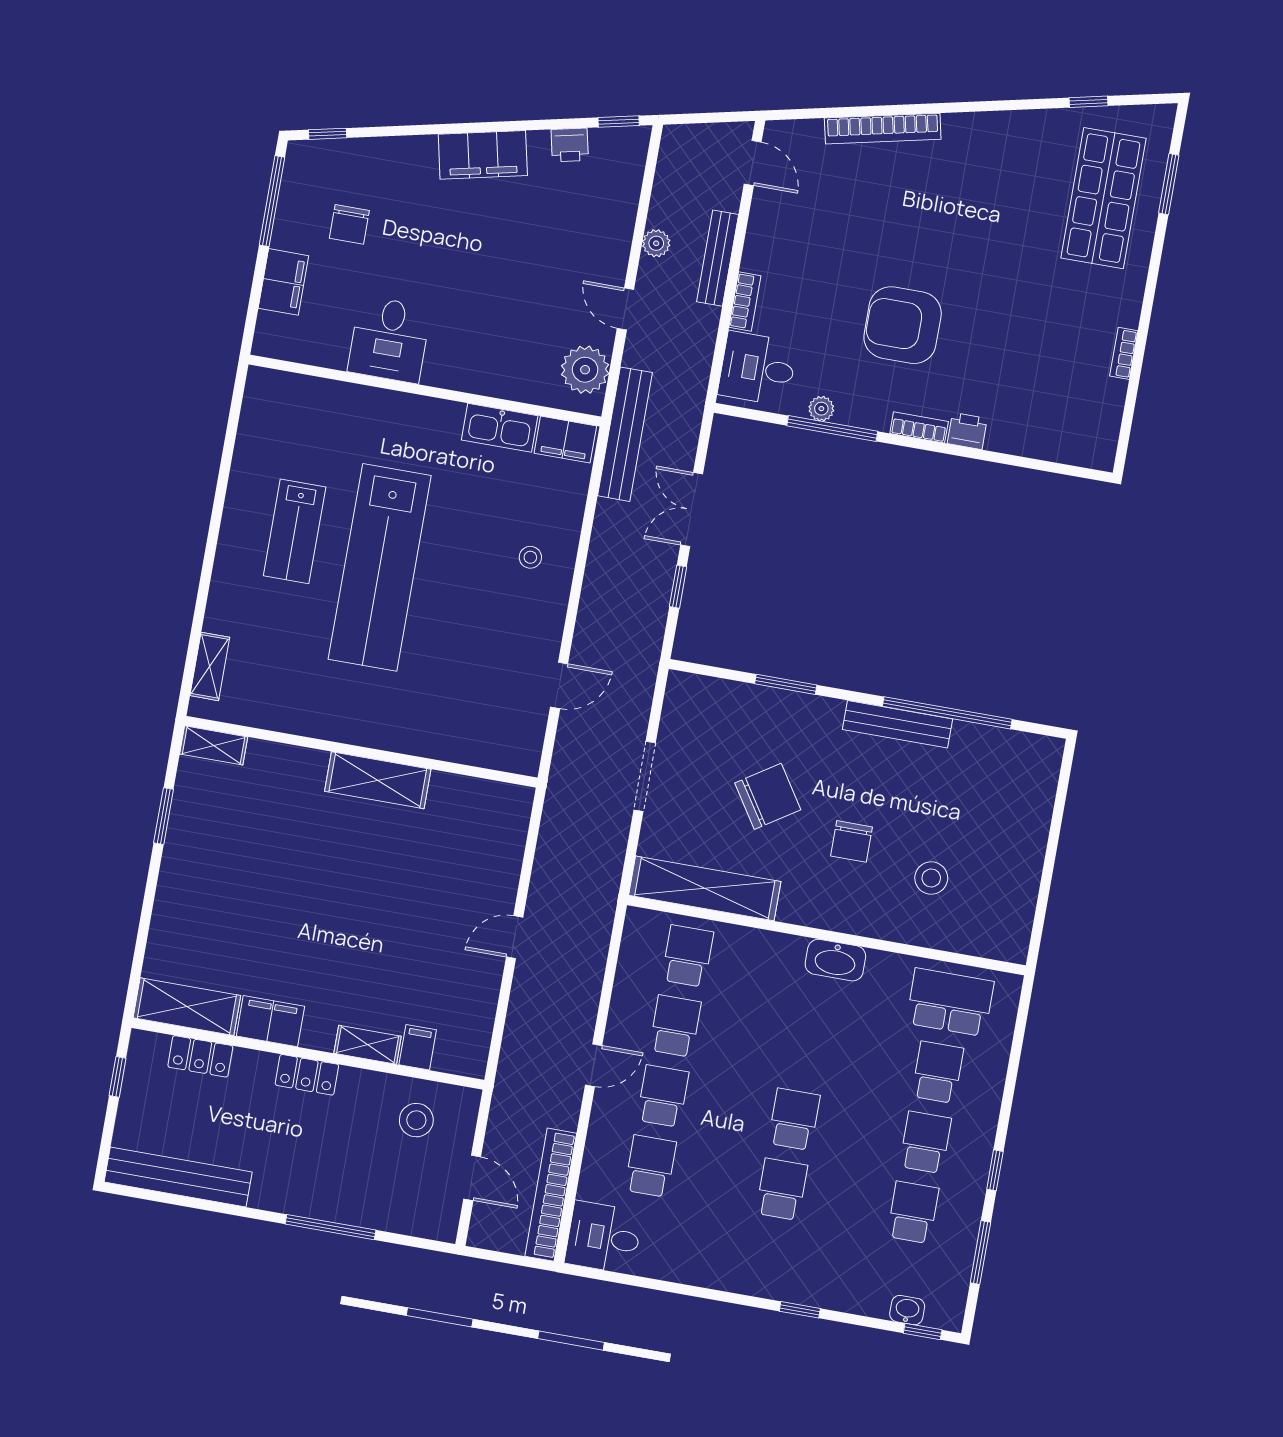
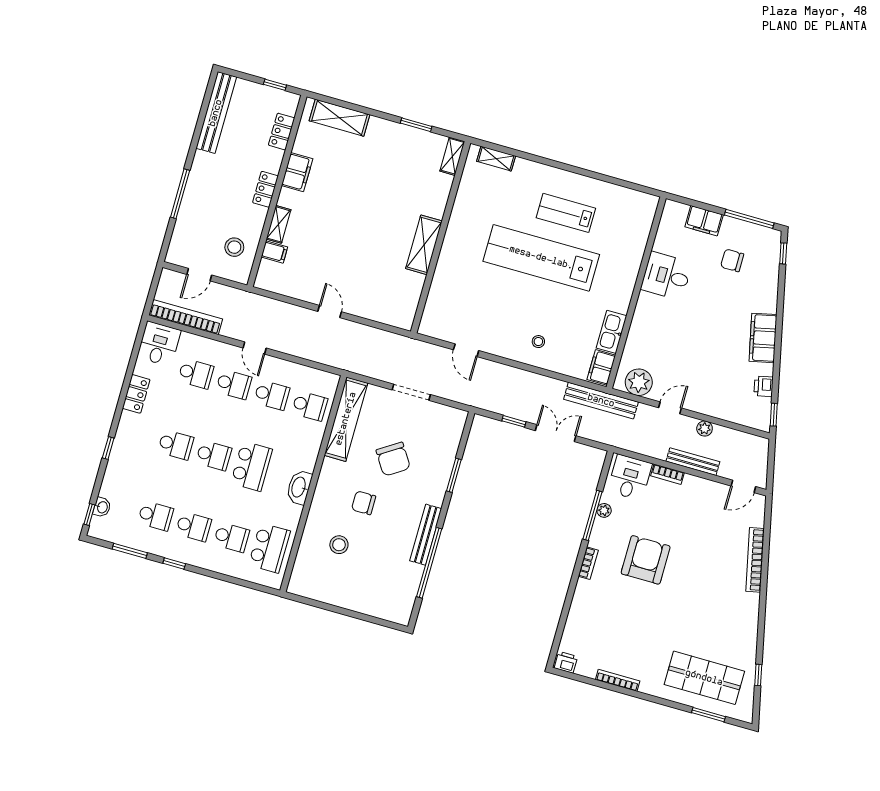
bookcase: (1124, 353) -> (618, 680), width x1.56
printer: (967, 431) -> (566, 662), moved, turned -90
shelving: (187, 1007) -> (340, 118), moved, turned 90
school desk: (806, 1049) -> (252, 466), added
locker: (698, 1269) -> (136, 394), added

